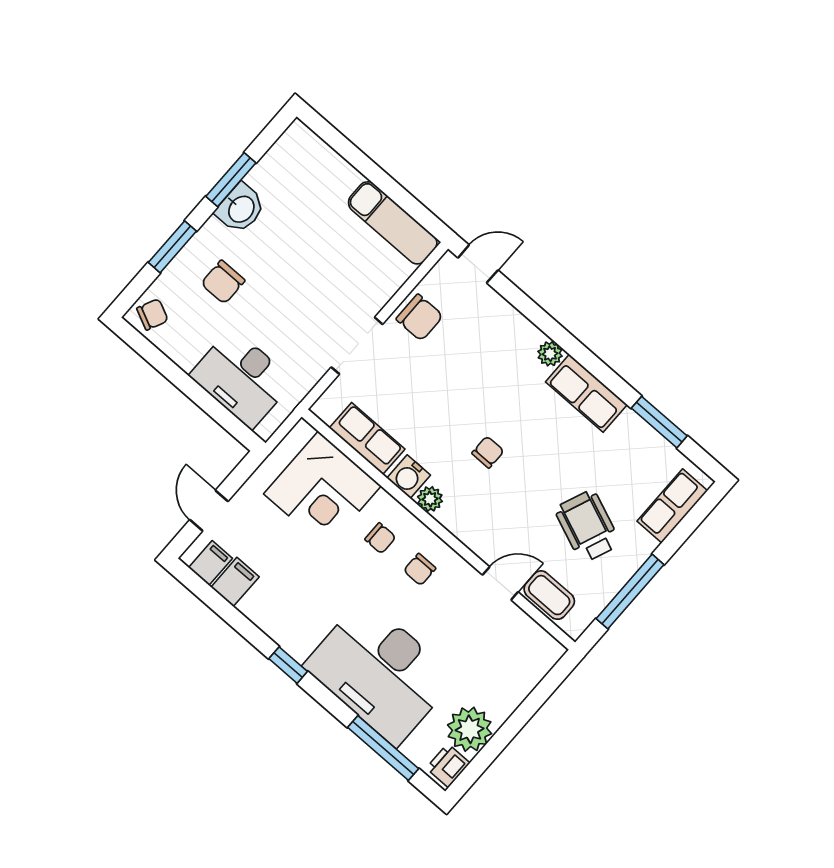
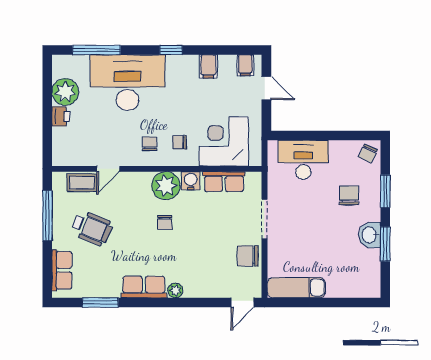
plant: (430, 499) -> (166, 186), width x1.88, depth x1.88
filing cabinet: (235, 582) -> (208, 66), moved
printer: (448, 766) -> (61, 116), moved

